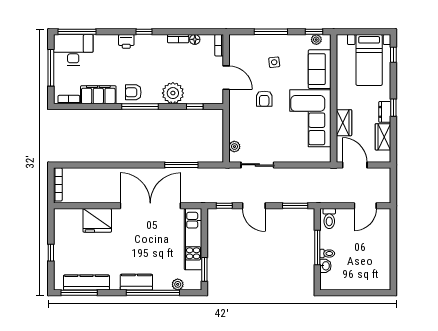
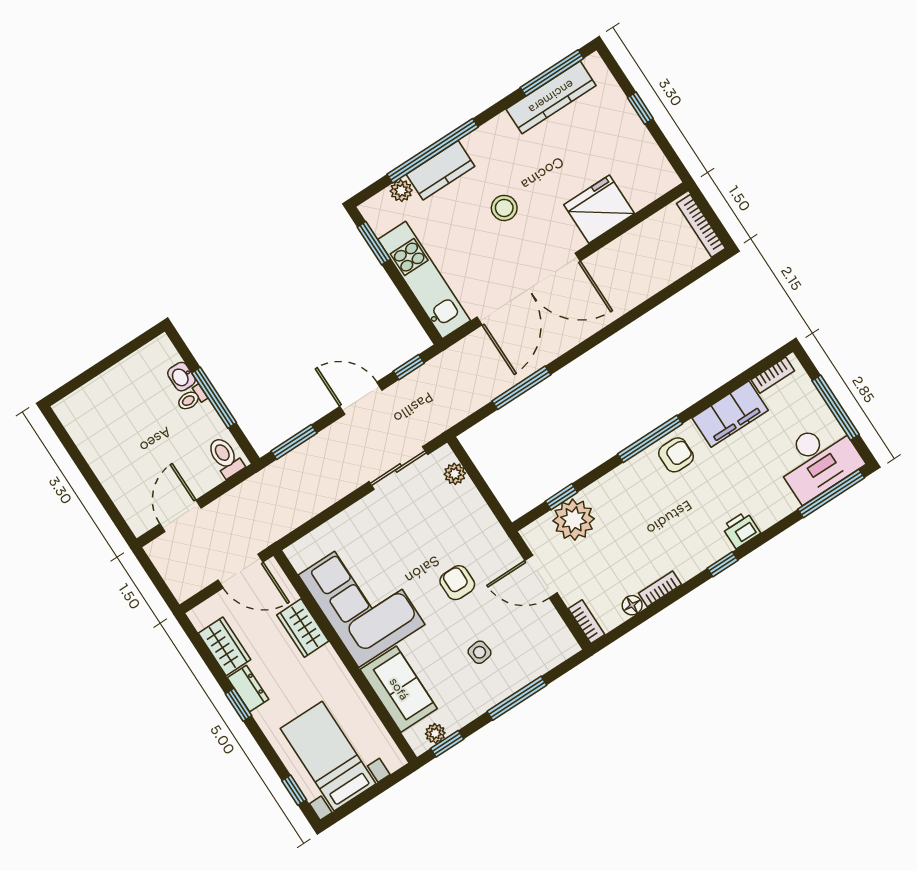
plant: (173, 93) -> (574, 520), moved
stool: (138, 248) -> (504, 208), added
kitchen counter: (136, 282) -> (441, 170), moved

